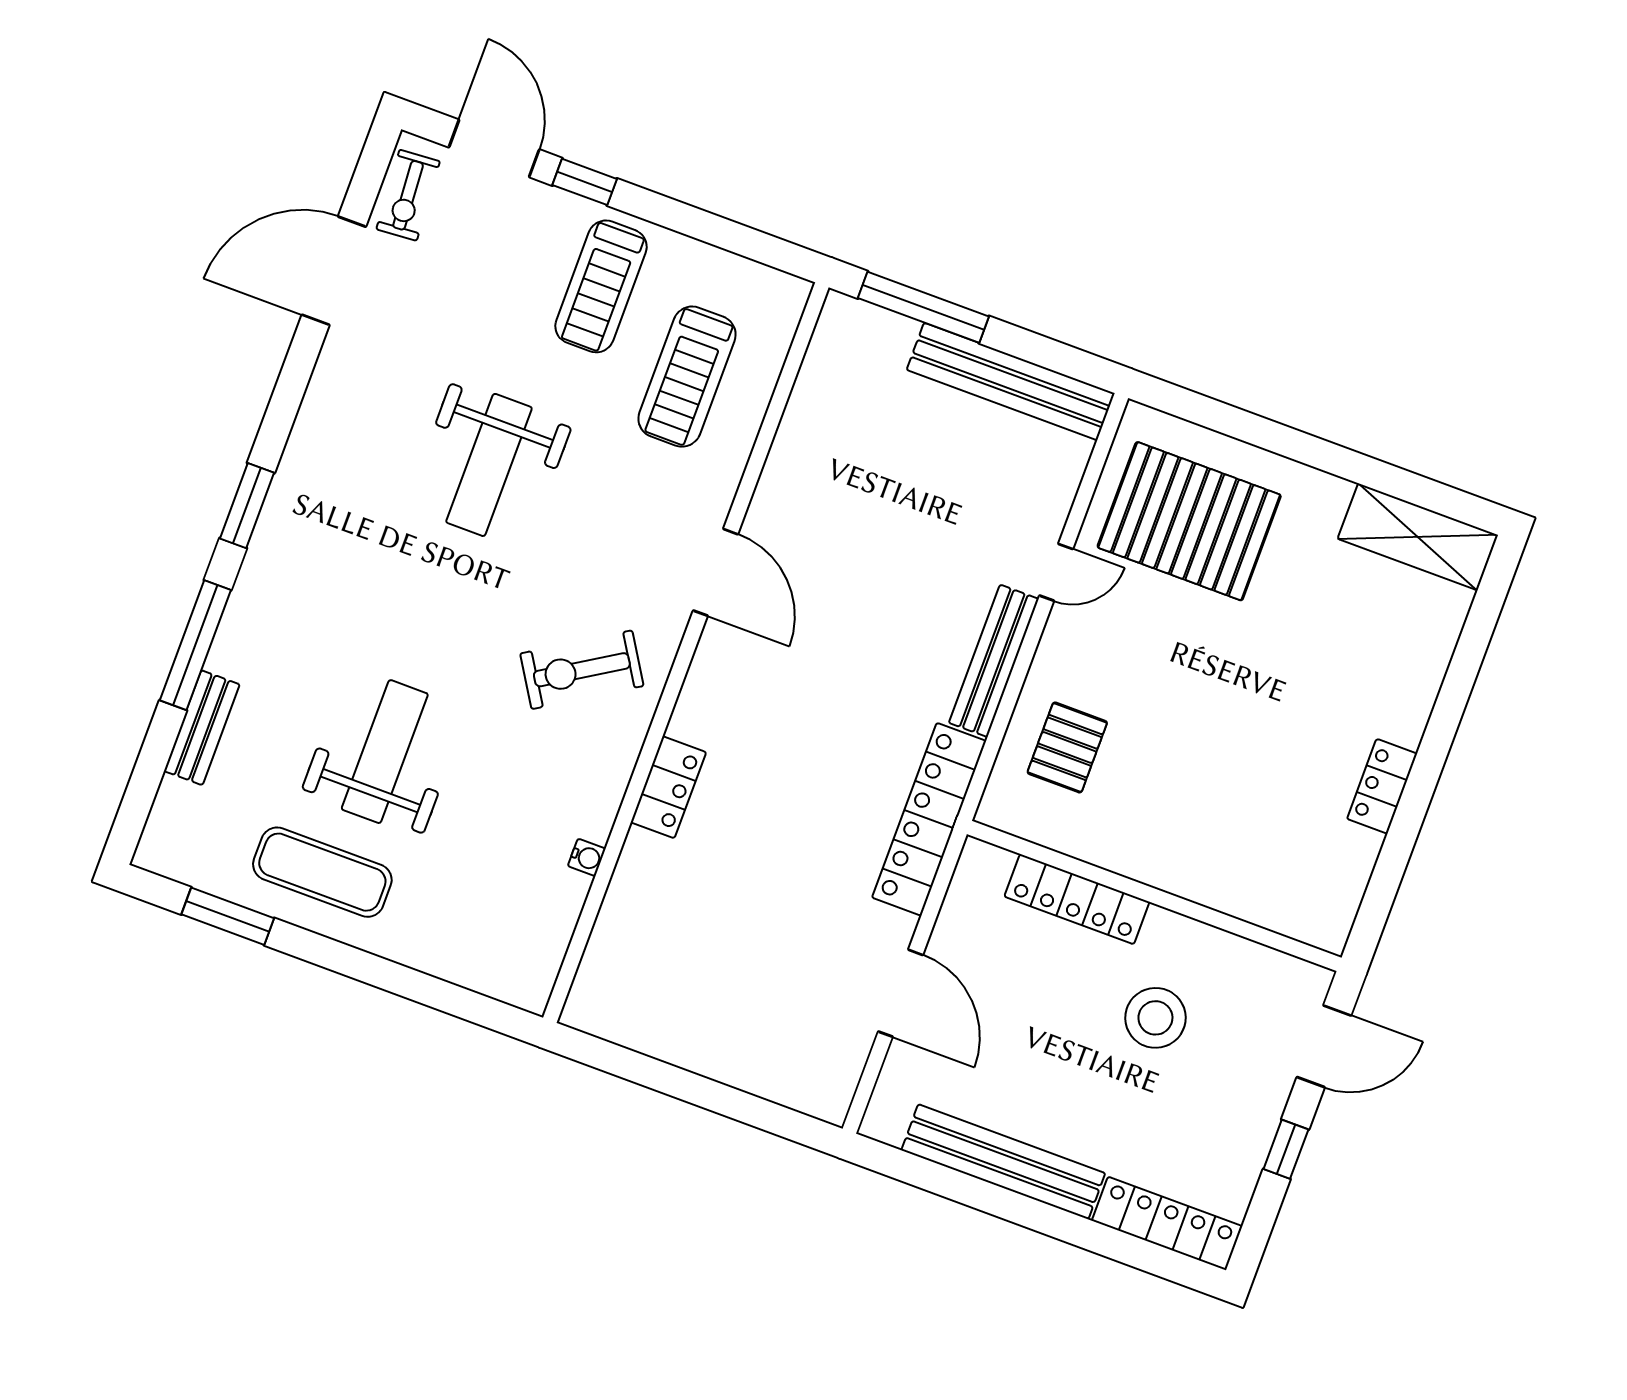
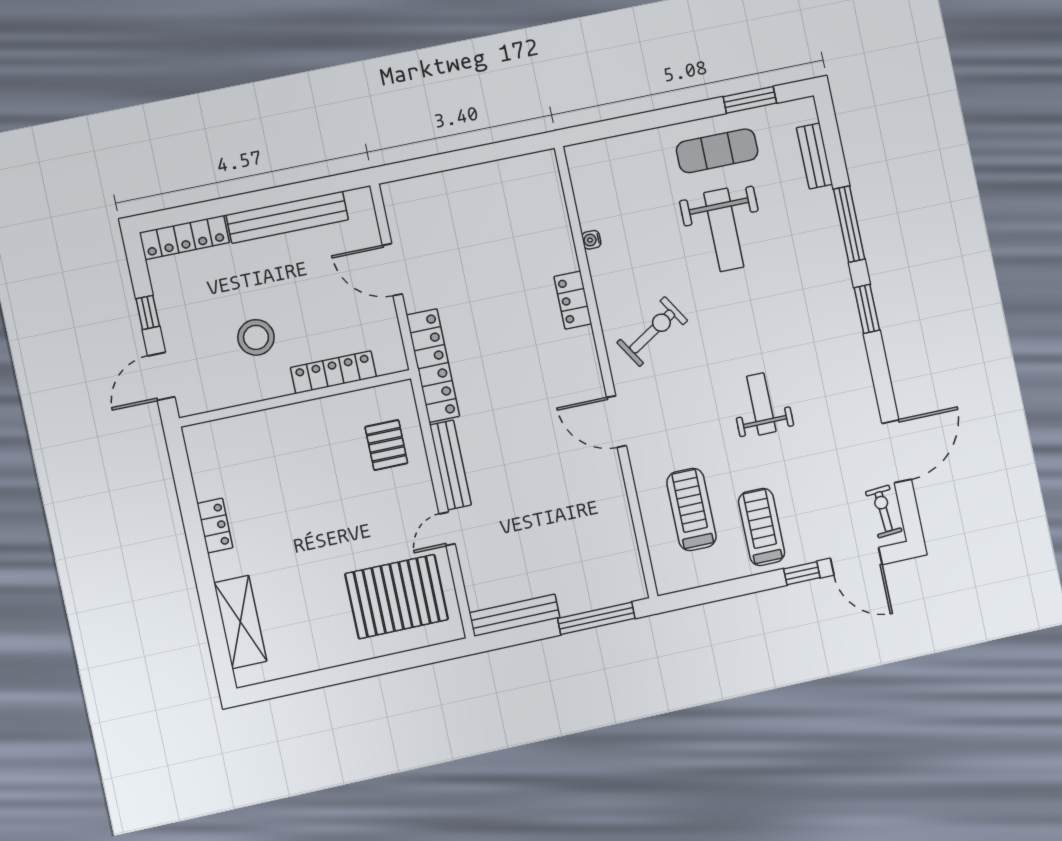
bench: (1011, 382) -> (515, 615), width x0.73, depth x0.82
weight bench: (489, 465) -> (761, 404), width x0.73, depth x0.75
shelving: (1418, 537) -> (240, 622), moved, turned 90
bench: (202, 728) -> (814, 156), moved

